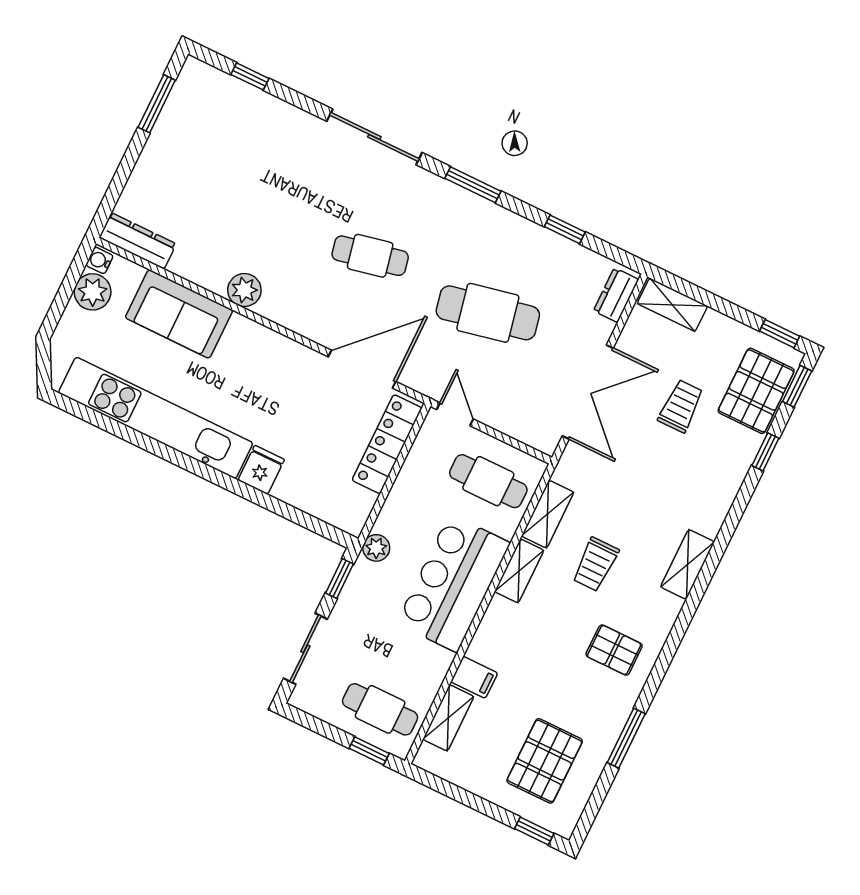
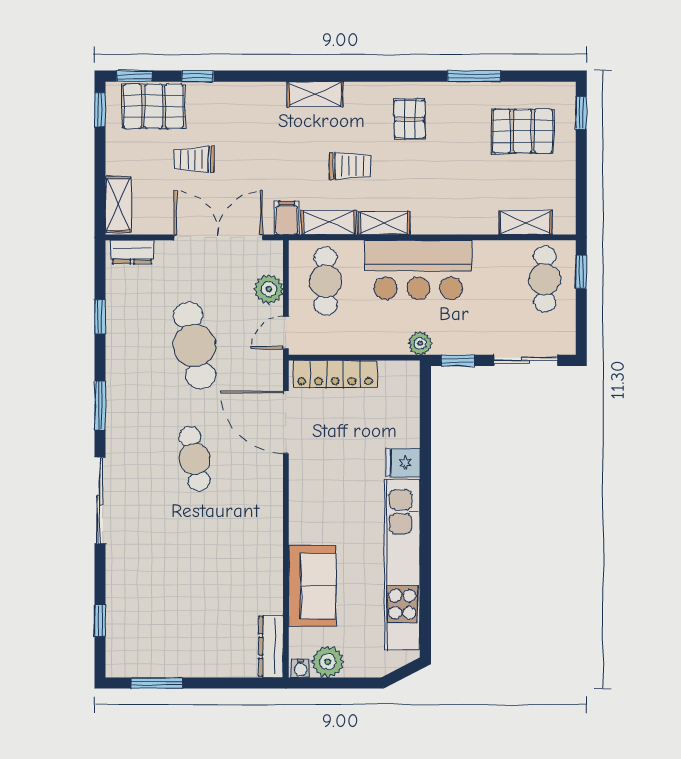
plant: (244, 290) -> (269, 289), moved
filing cabinet: (474, 677) -> (287, 218), moved

